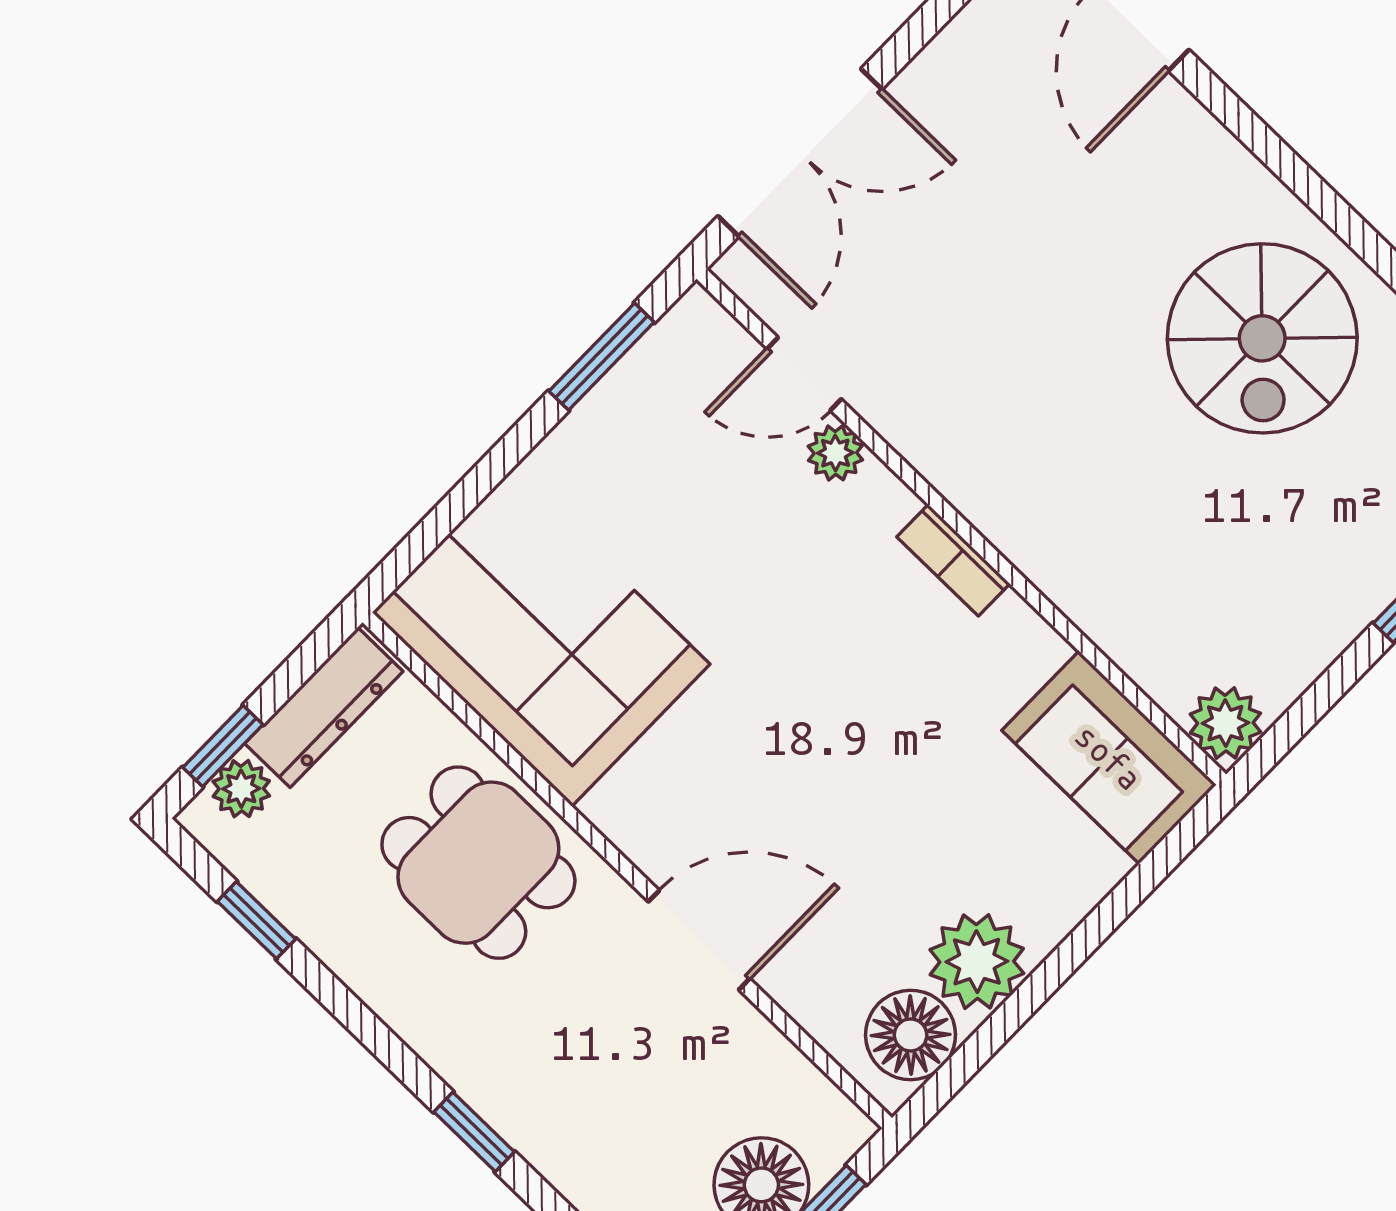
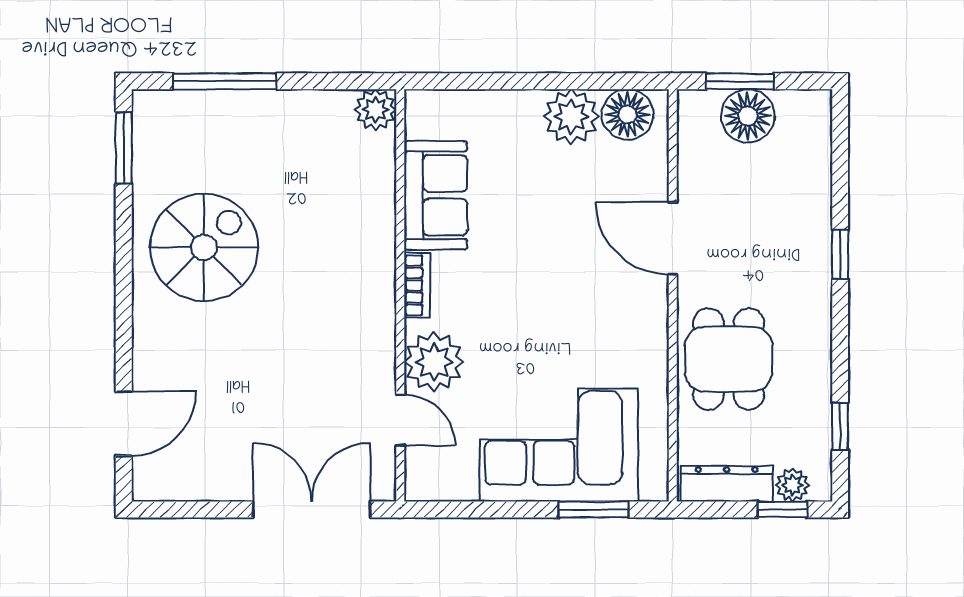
window: (602, 357) -> (594, 510), moved
plant: (835, 453) -> (434, 362), width x1.87, depth x1.87
corner sofa: (541, 638) -> (559, 445), moved, turned 90
sofa: (1109, 757) -> (436, 195), moved

